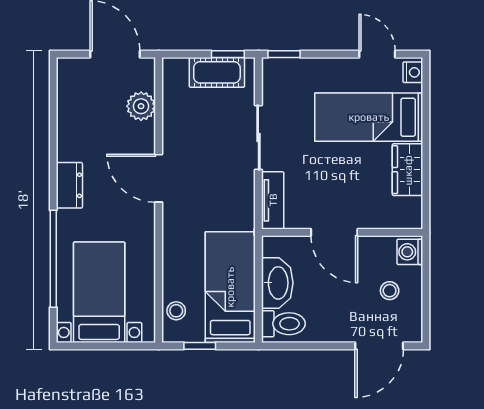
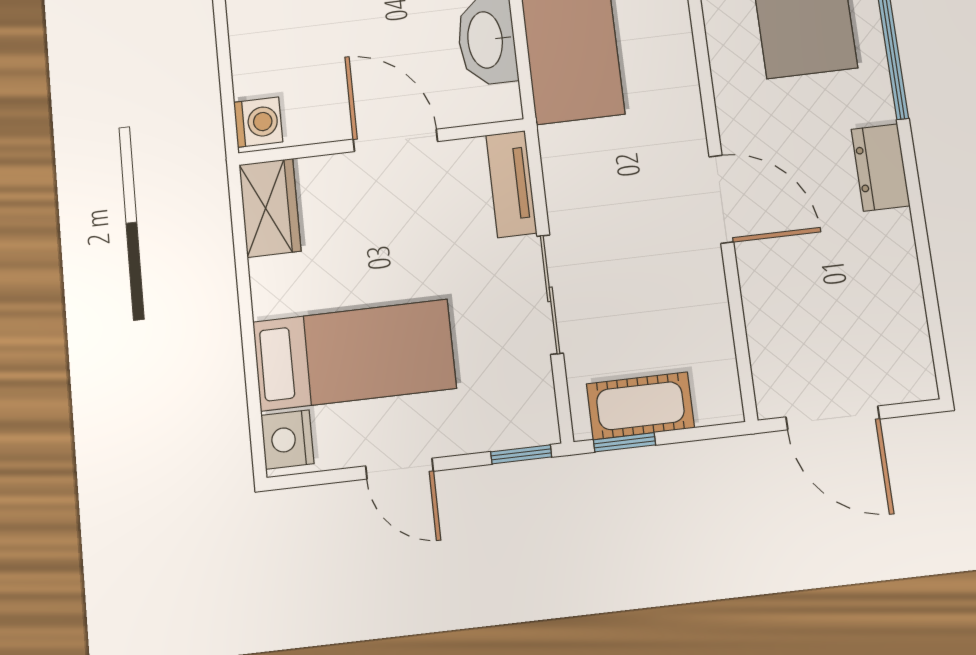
door: (377, 54) -> (400, 469), moved
nightstand: (413, 72) -> (287, 440), width x1.39, depth x1.35
plant: (141, 106) -> (771, 327), removed
wardrobe: (408, 170) -> (270, 208), moved
stool: (390, 291) -> (288, 50), removed

